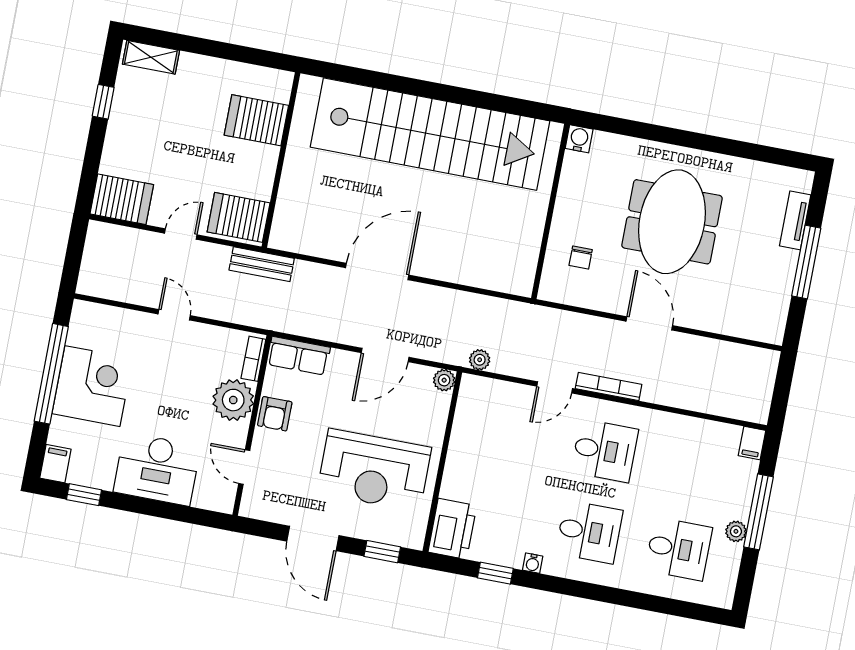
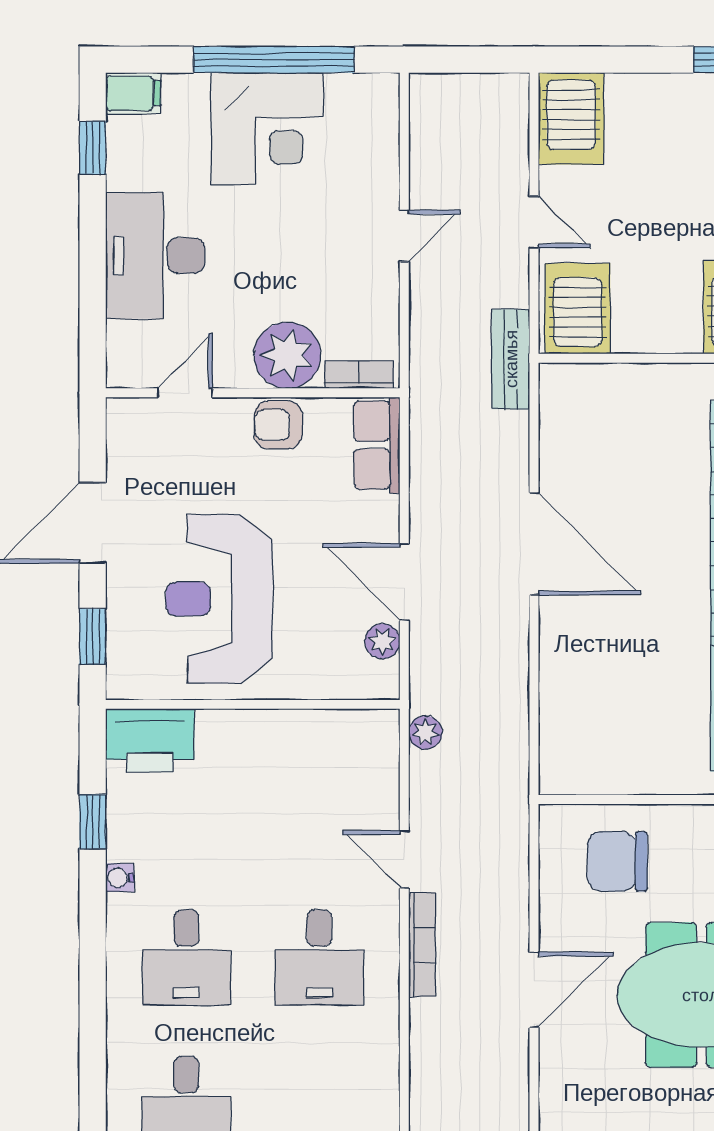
chair: (581, 258) -> (617, 861), width x1.87, depth x1.87
plant: (444, 380) -> (382, 641), moved

